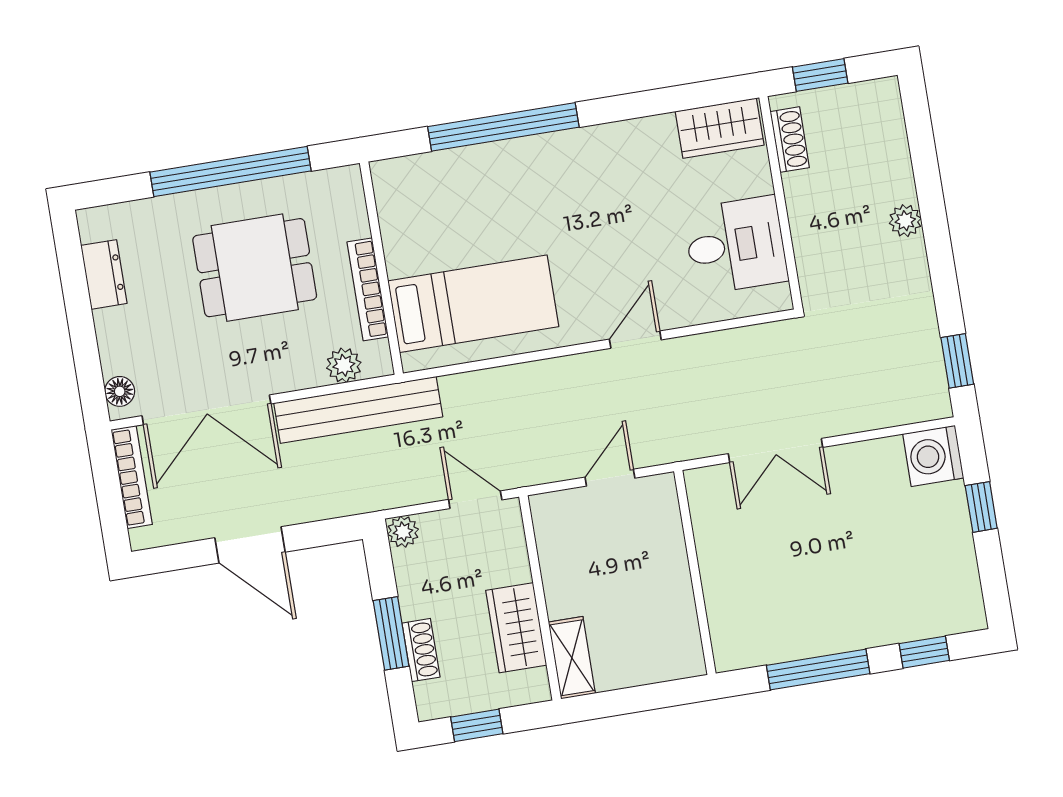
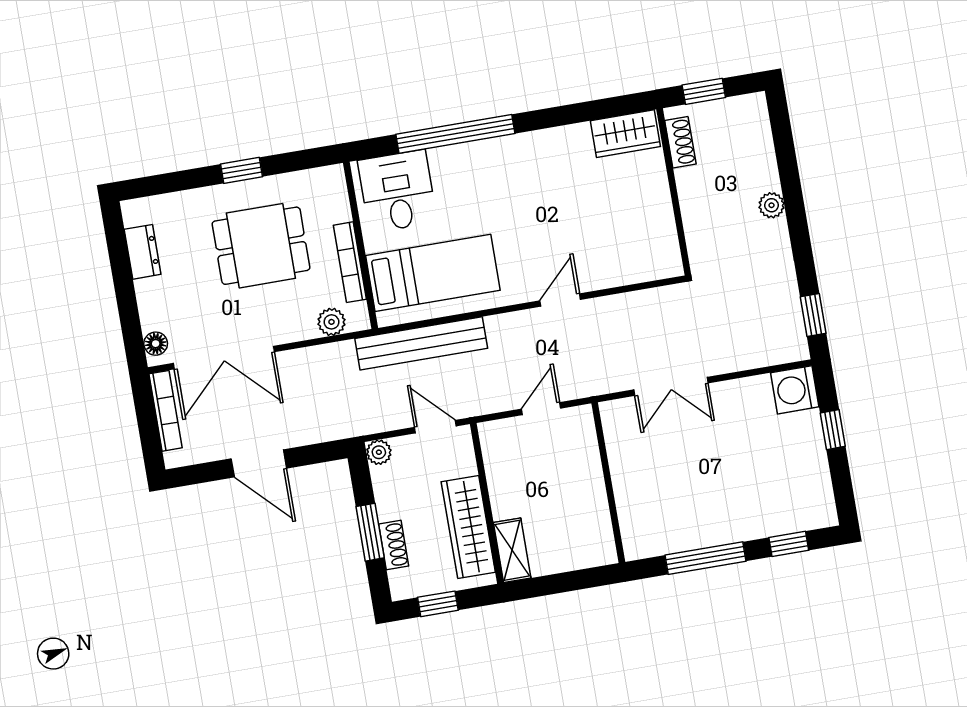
window: (231, 172) -> (241, 170), width x0.32
desk: (736, 245) -> (397, 191), moved, turned -90
bench: (358, 410) -> (421, 343), moved
wardrobe: (516, 628) -> (468, 527), width x1.50

